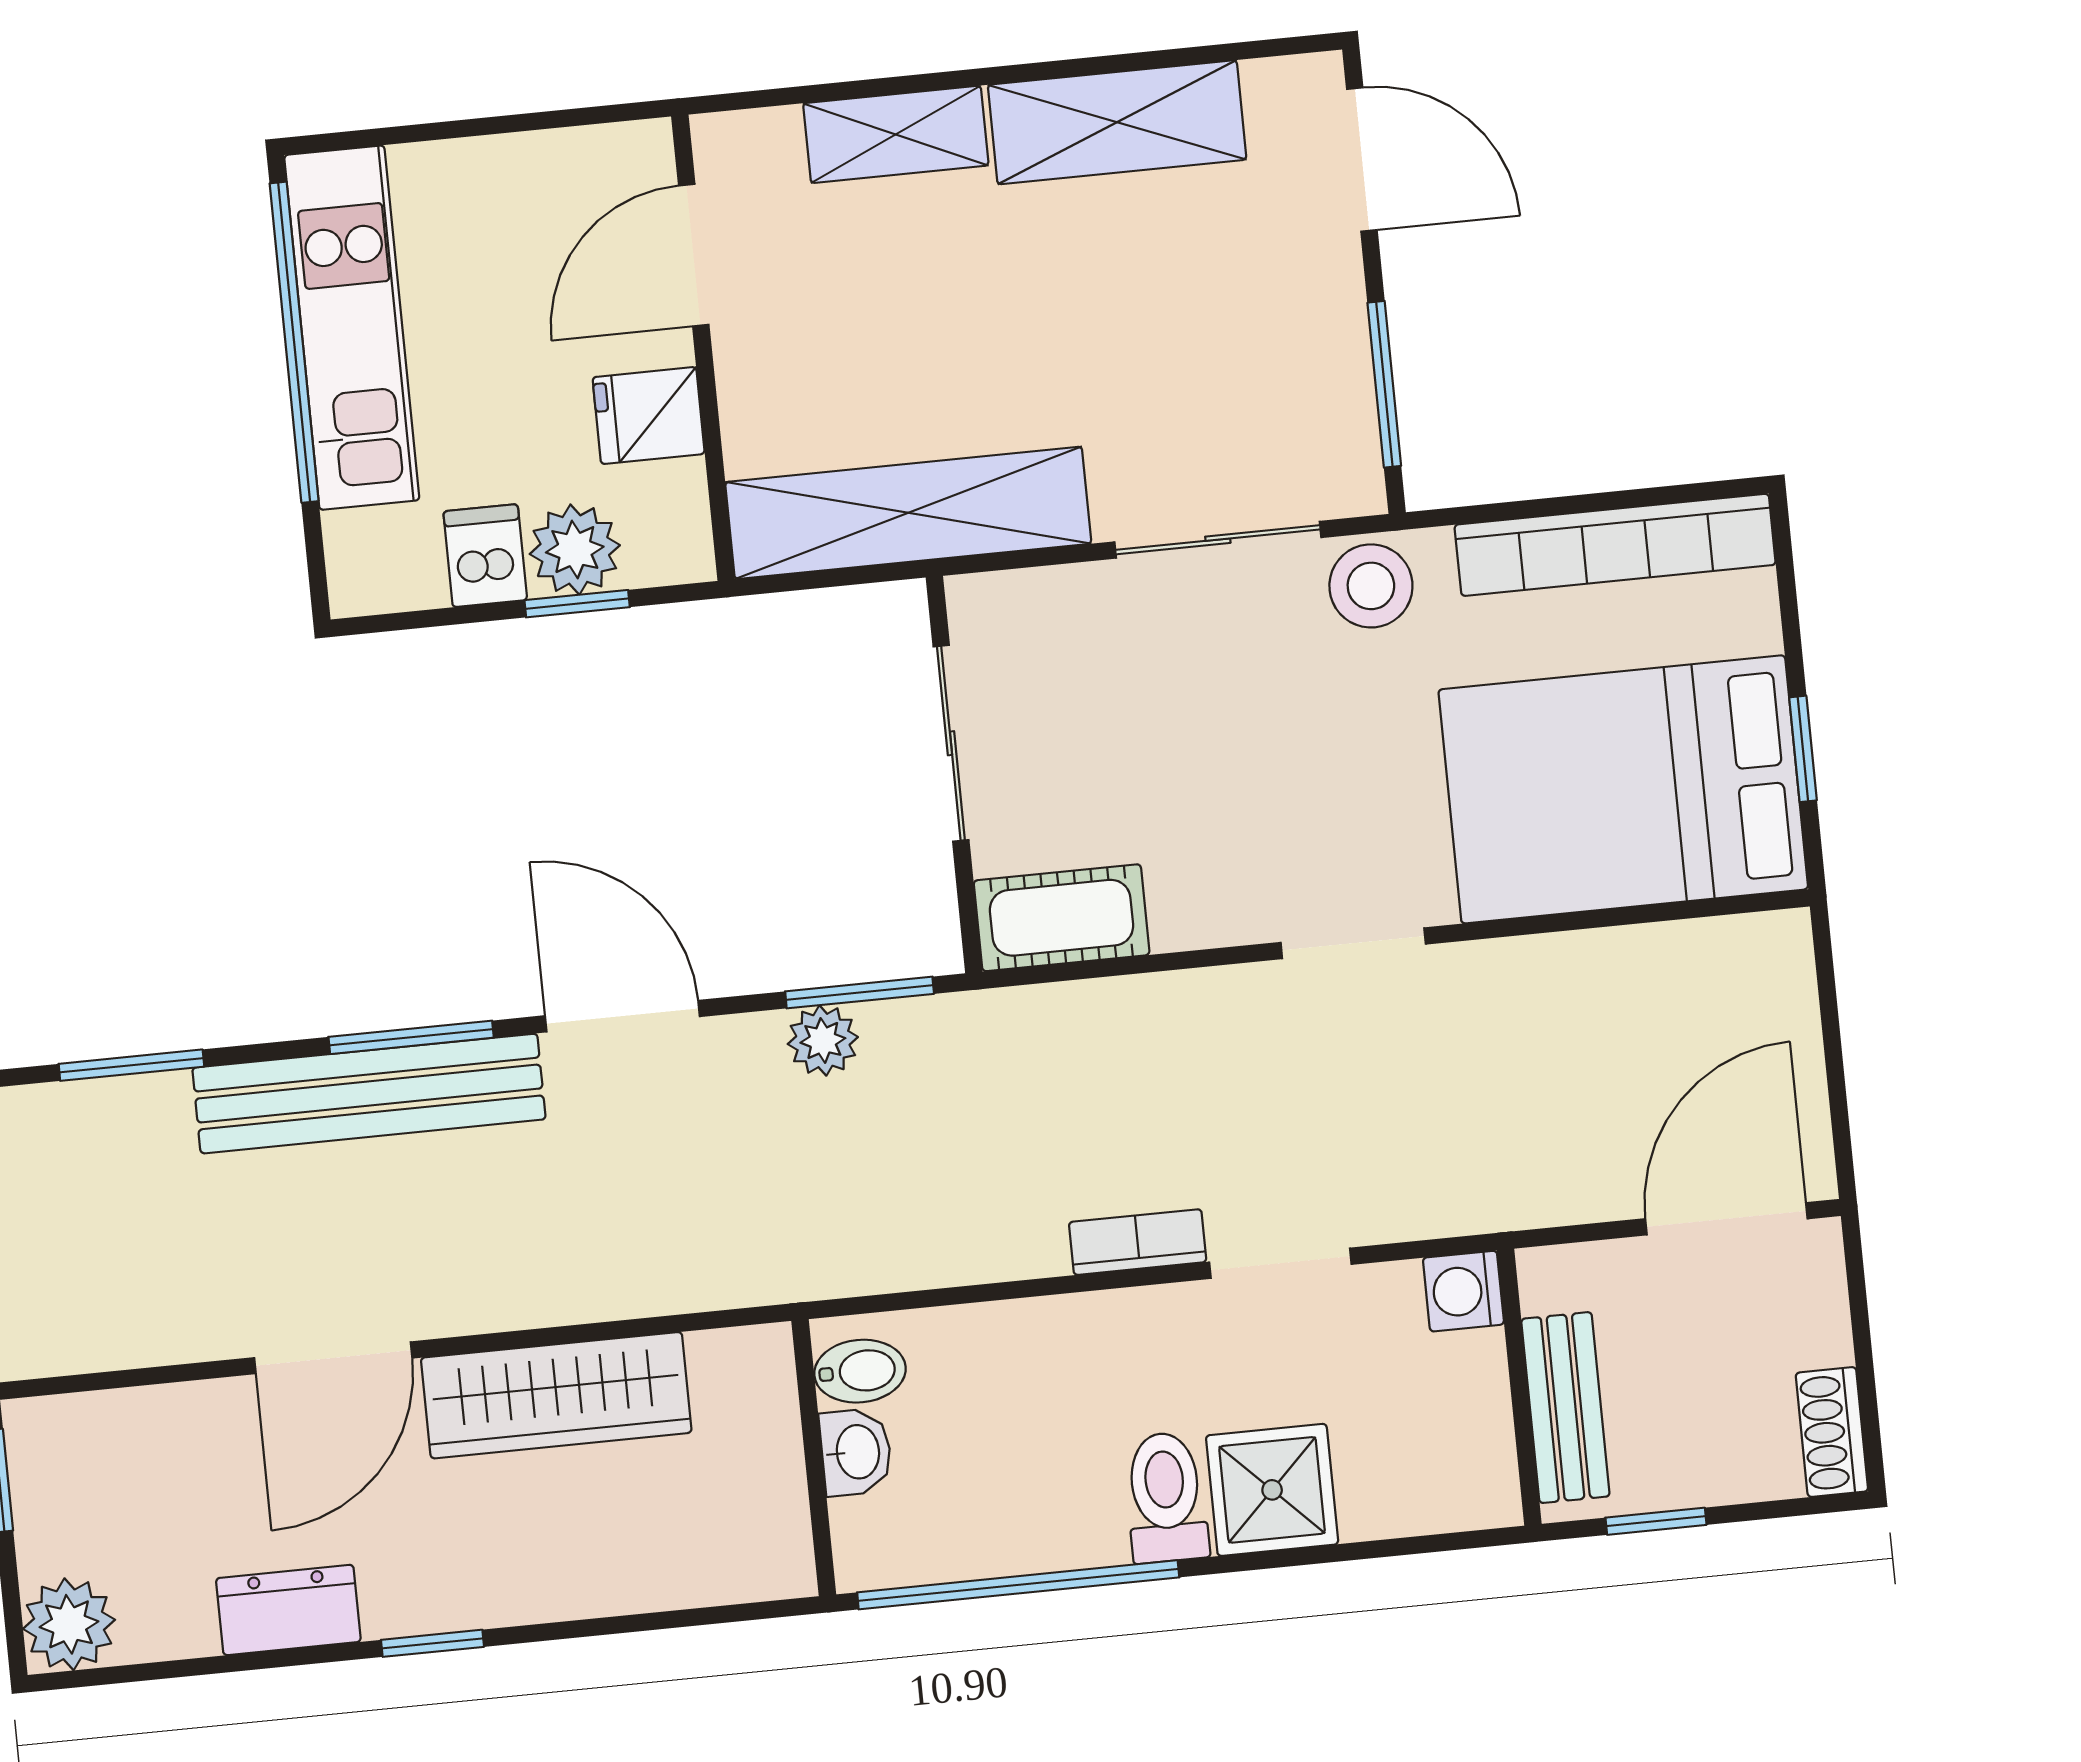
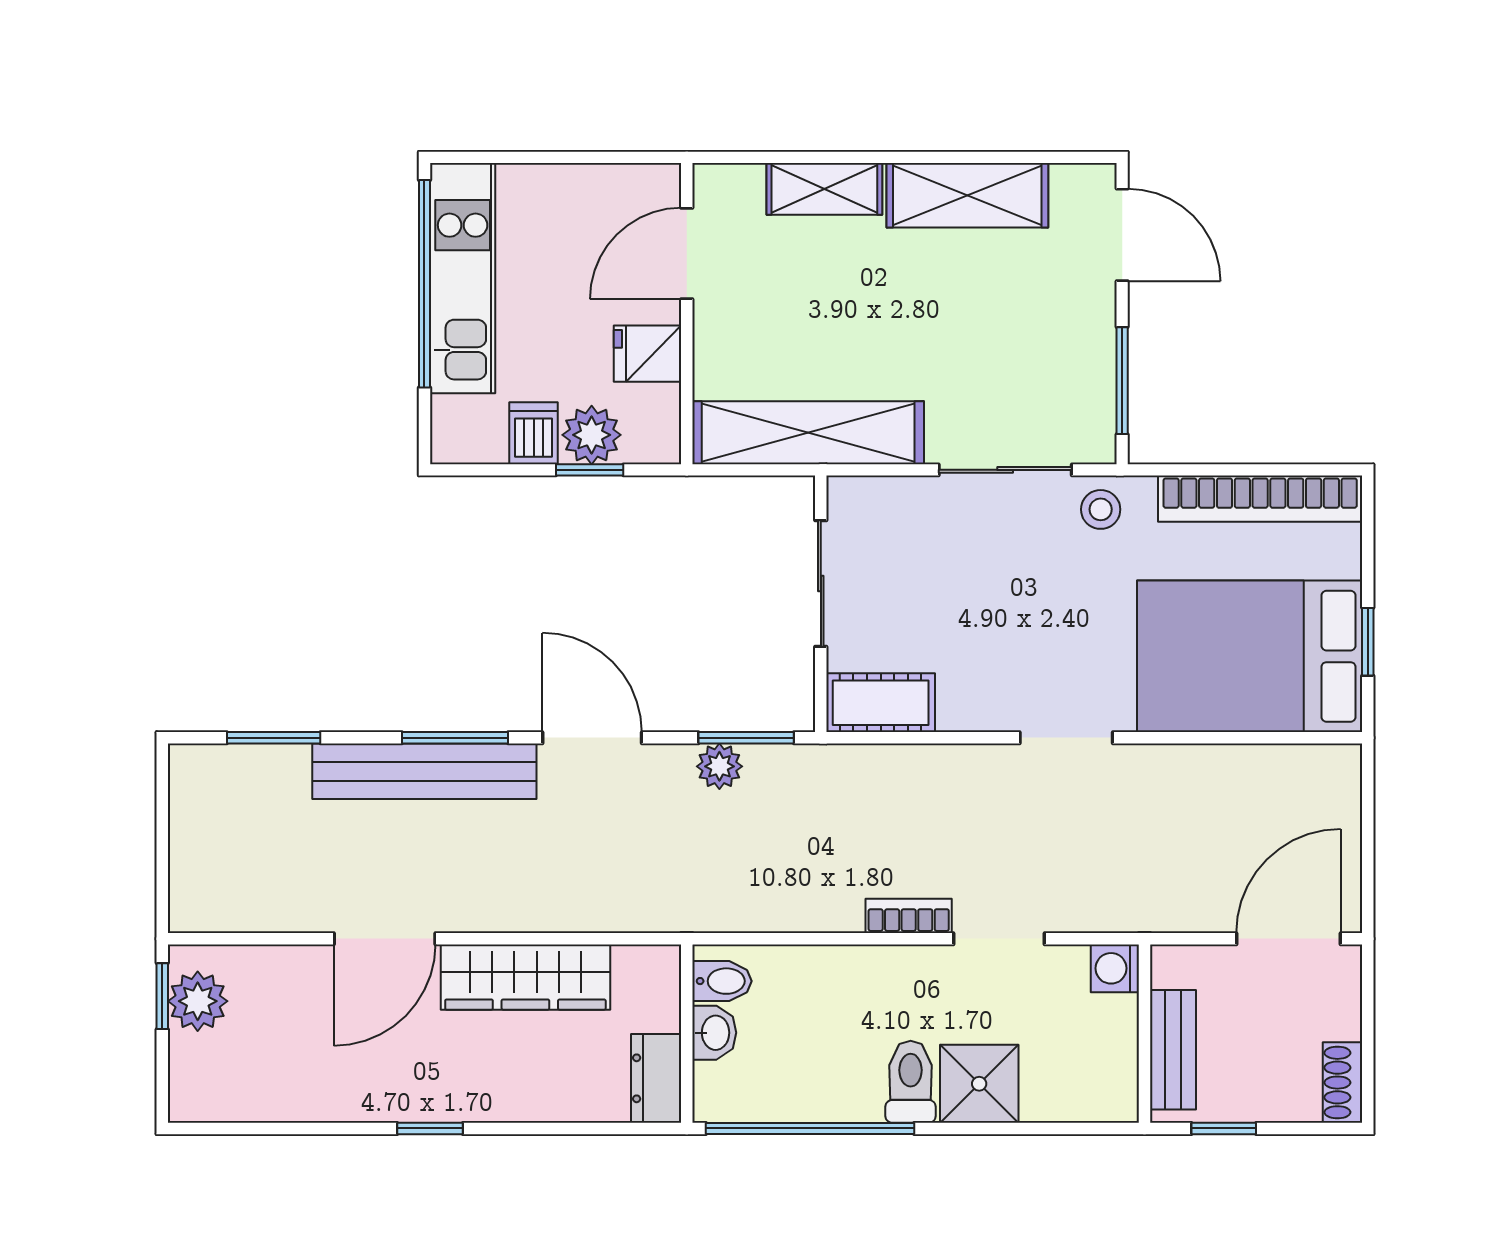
stool: (1371, 586) -> (1101, 509), width x0.73, depth x0.73
dresser: (288, 1610) -> (656, 1078), moved, turned -90
plant: (69, 1624) -> (198, 1001), moved

